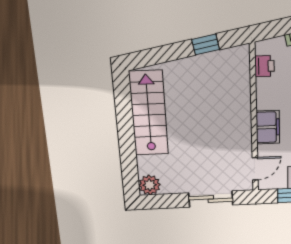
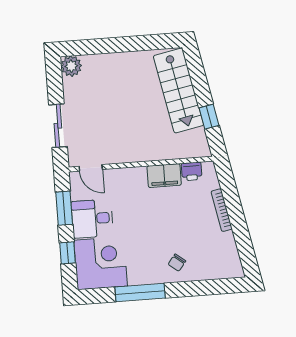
stairs: (149, 113) -> (179, 90), moved, turned 79
filing cabinet: (268, 127) -> (164, 176), moved

